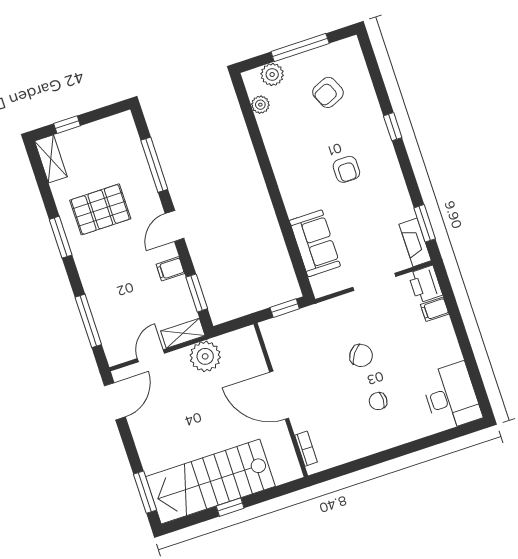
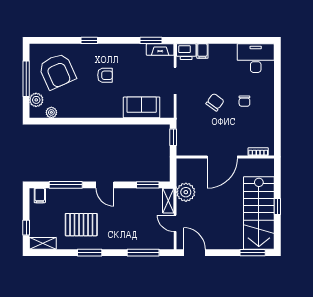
armchair: (328, 92) -> (57, 71), width x1.88, depth x1.88
pallet: (100, 209) -> (81, 225), turned 90
filing cabinet: (170, 269) -> (40, 196), moved

